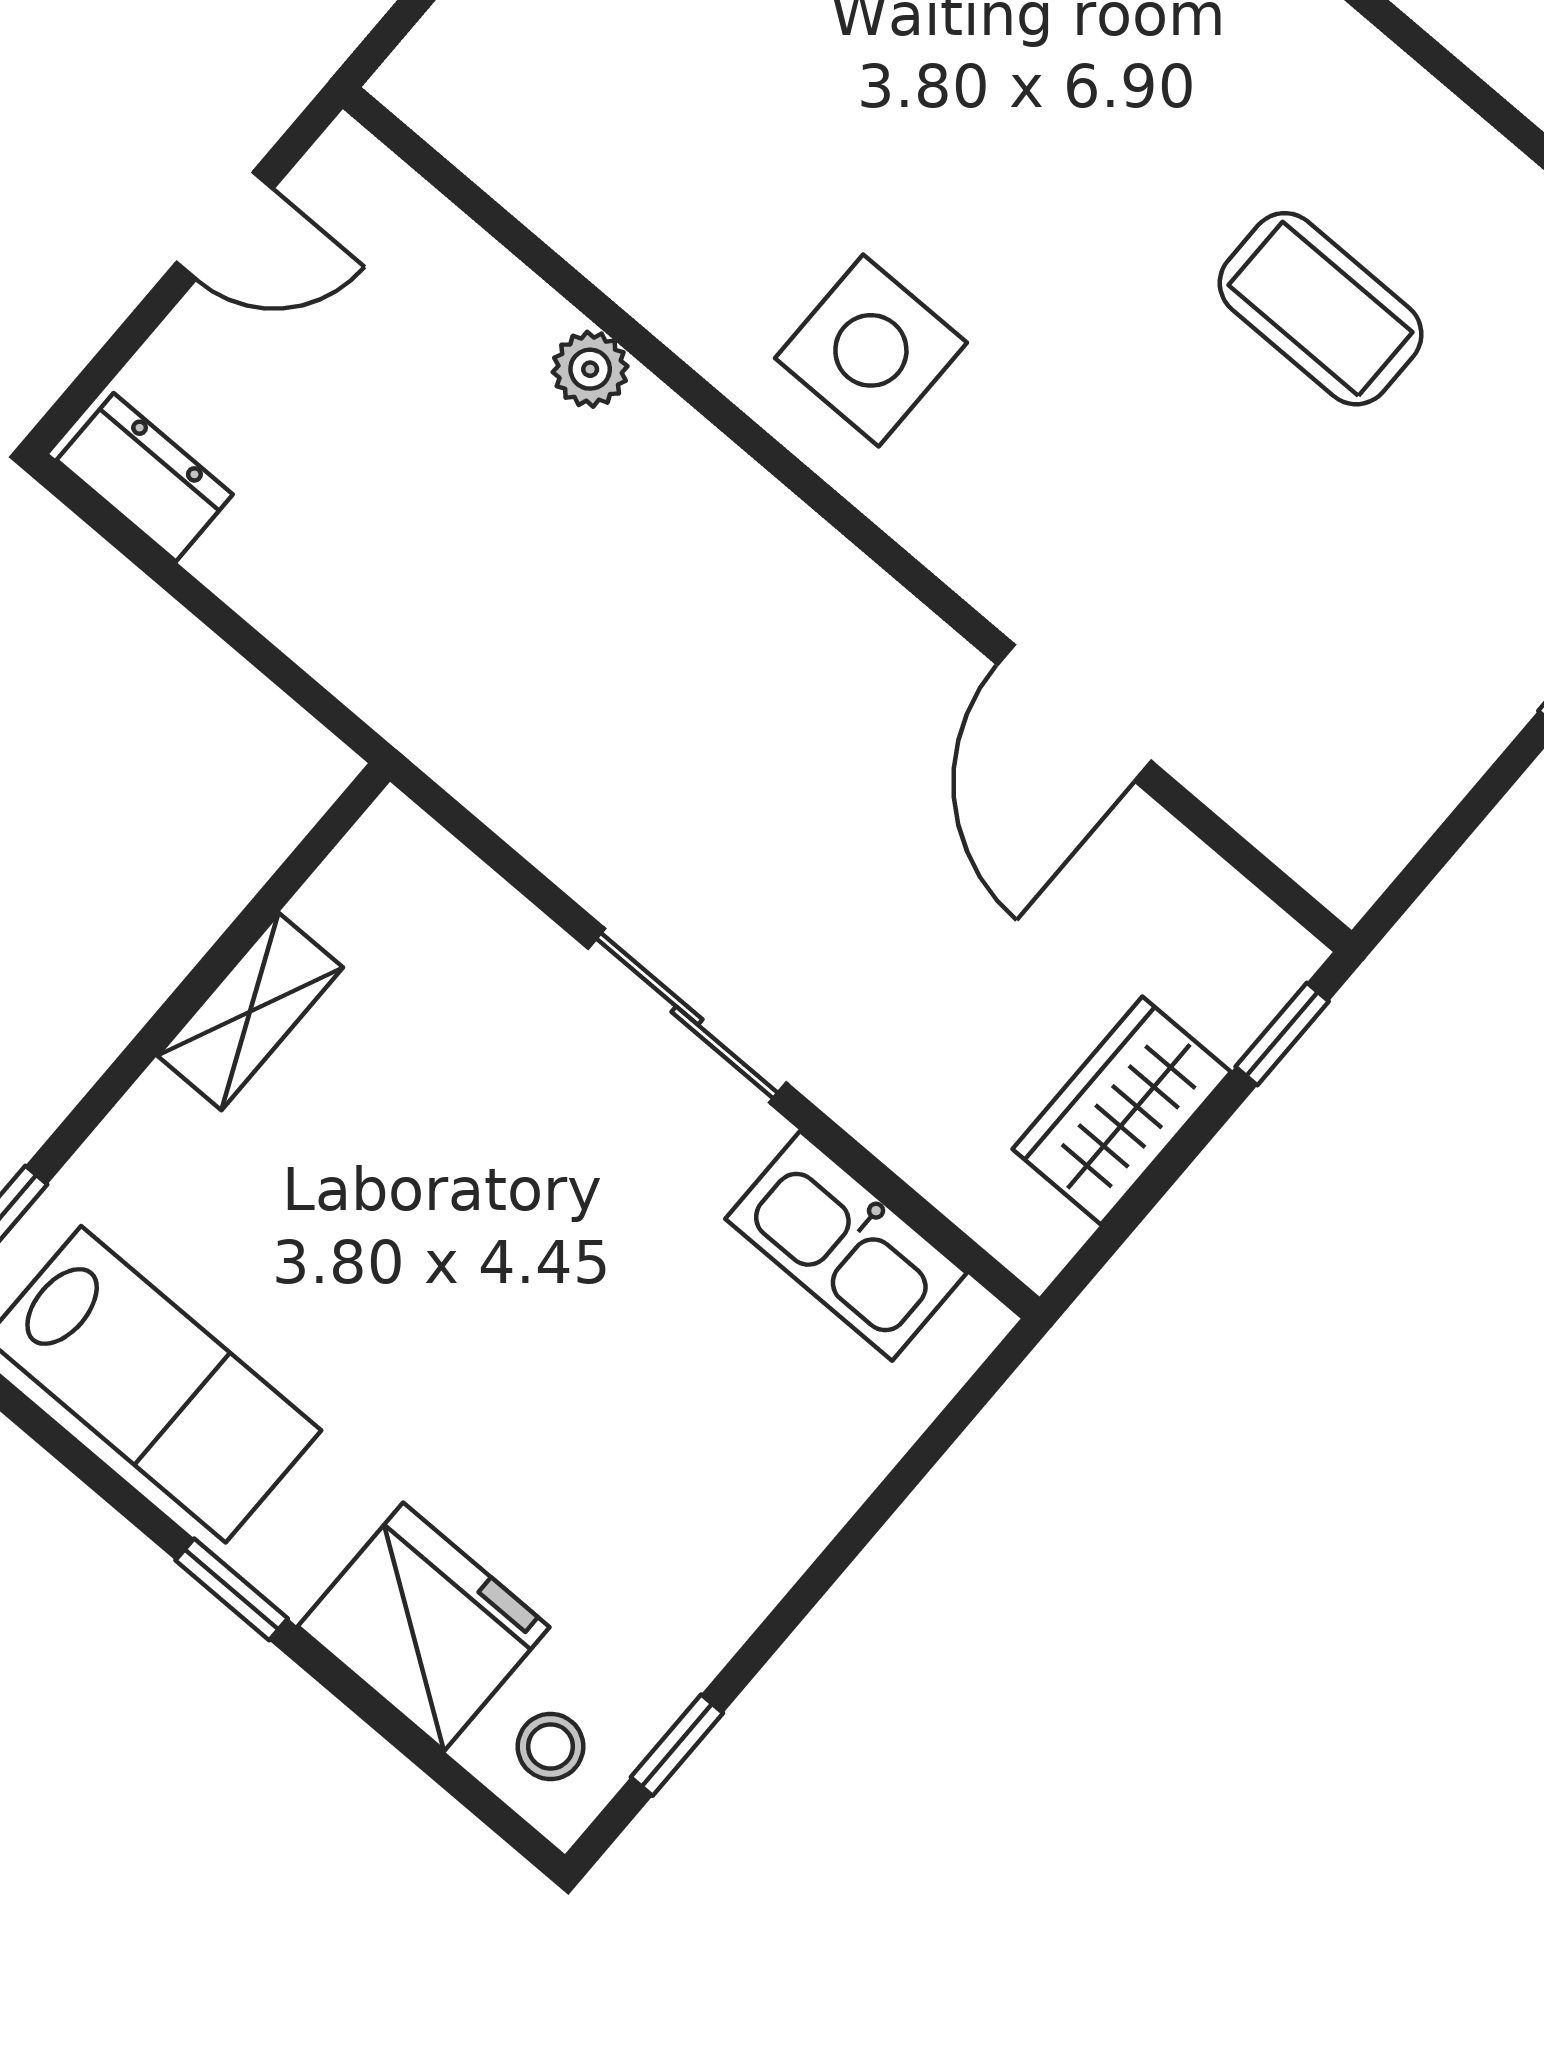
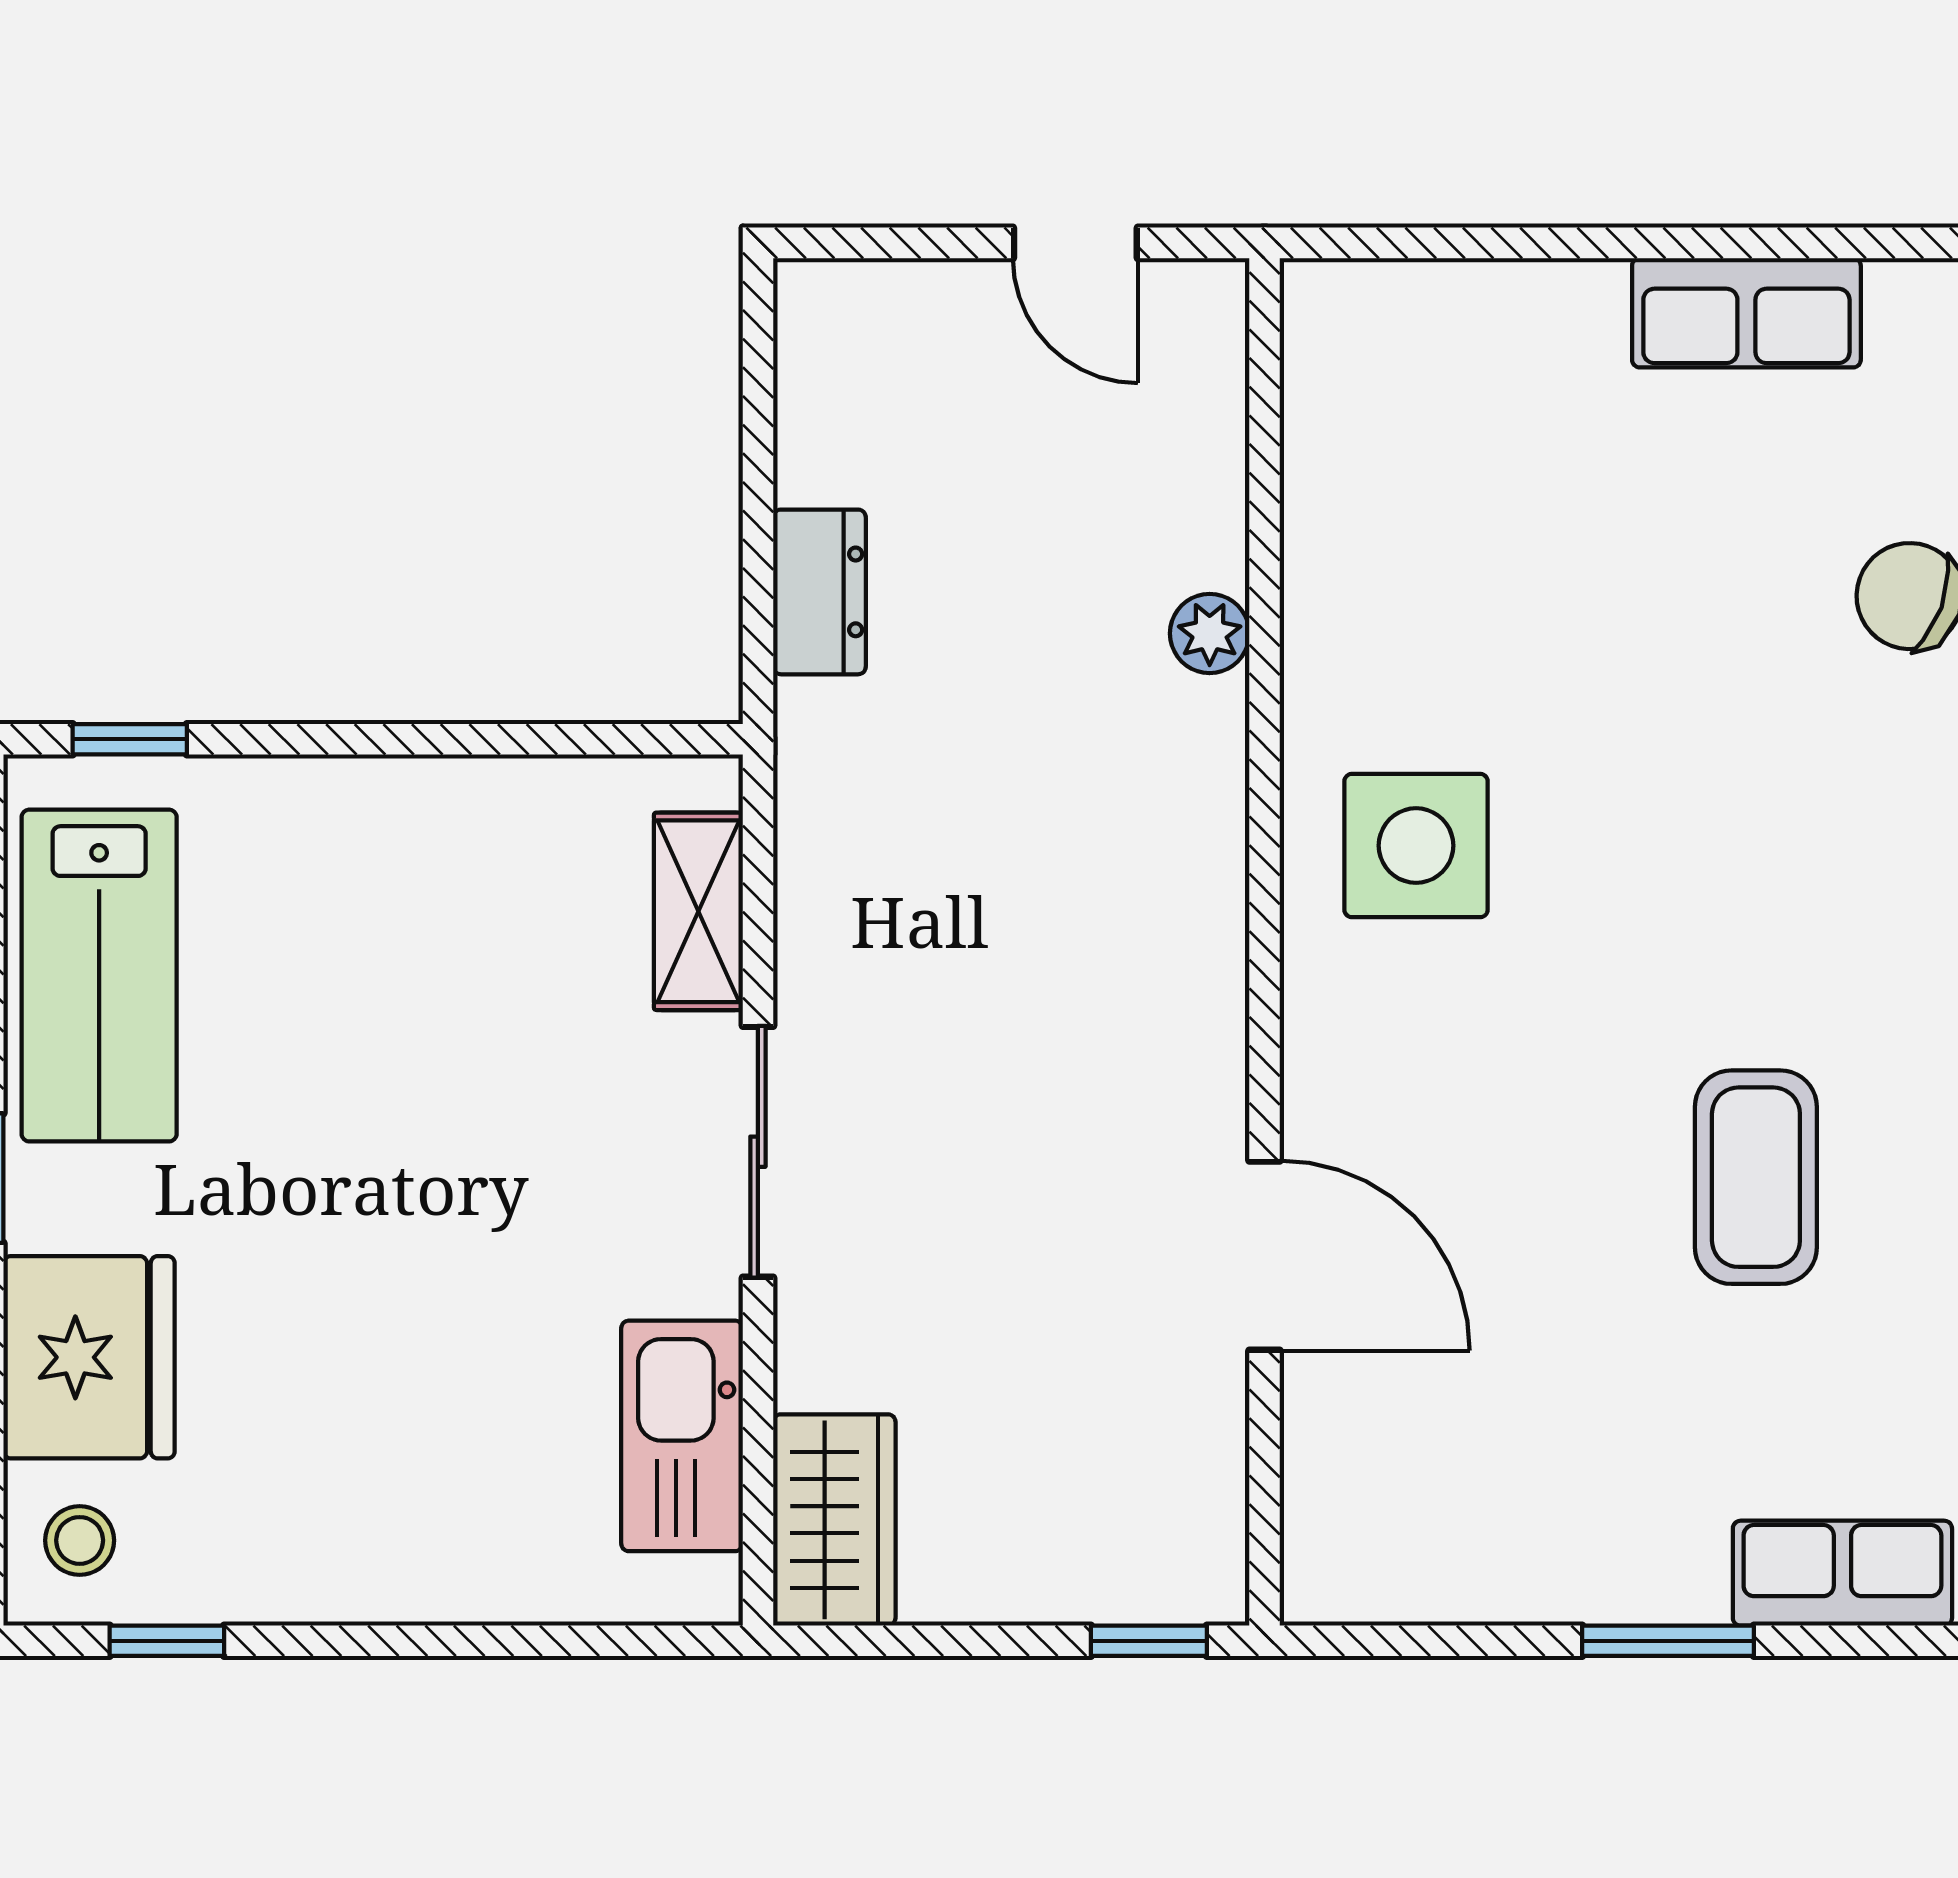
dresser: (145, 477) -> (820, 592), moved
door: (1074, 713) -> (1264, 1256), swing flipped
shelving: (250, 1011) -> (698, 911), moved, turned 90
wardrobe: (1122, 1110) -> (834, 1520), moved, turned 90

